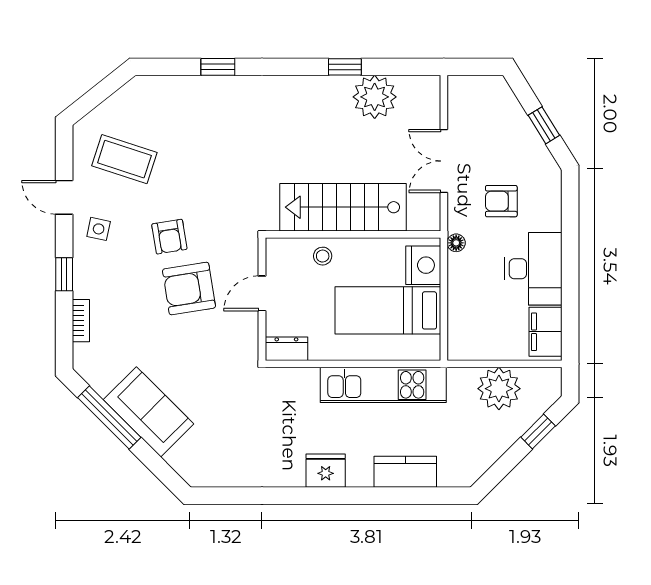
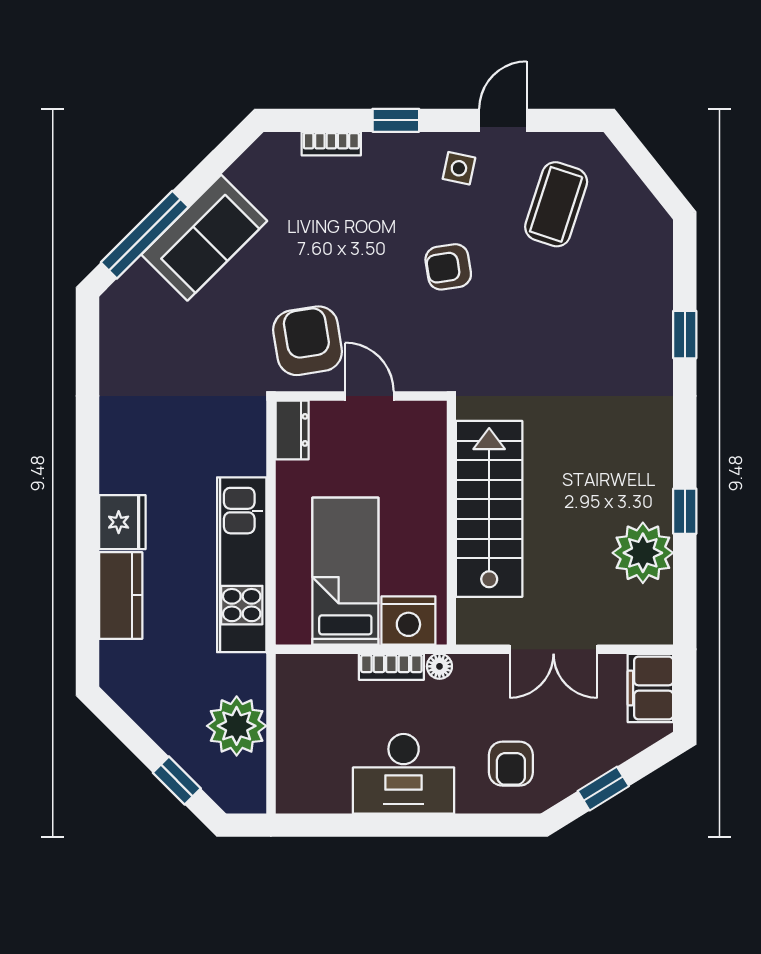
double door: (444, 161) -> (554, 649), swing flipped
armchair: (501, 201) -> (511, 764), moved, turned 180
stool: (323, 256) -> (421, 480), removed
bookcase: (456, 277) -> (391, 667), added
armchair: (189, 289) -> (308, 341), moved
filing cabinet: (545, 332) -> (650, 688), moved, turned -90
window: (109, 417) -> (145, 235), moved
fridge: (326, 471) -> (122, 522), moved

